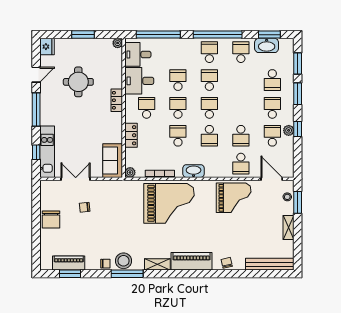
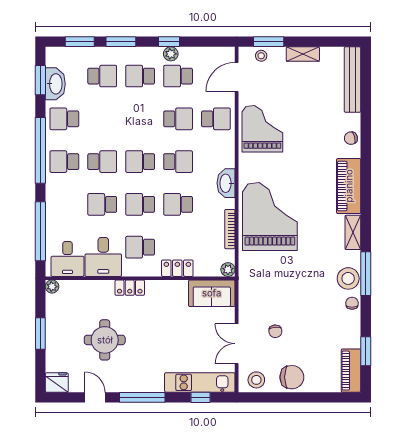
school desk: (209, 80) -> (102, 162), turned 180
stool: (49, 193) -> (256, 380), added
piano: (69, 263) -> (351, 371), moved

